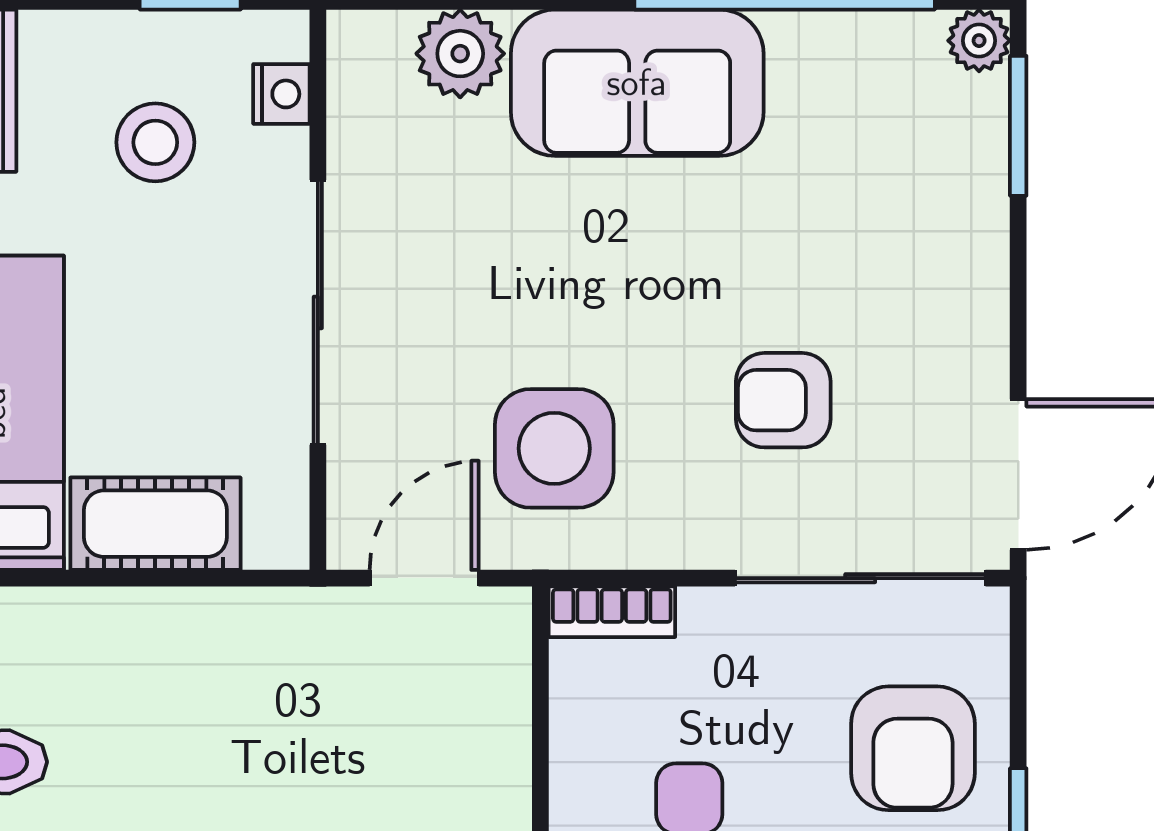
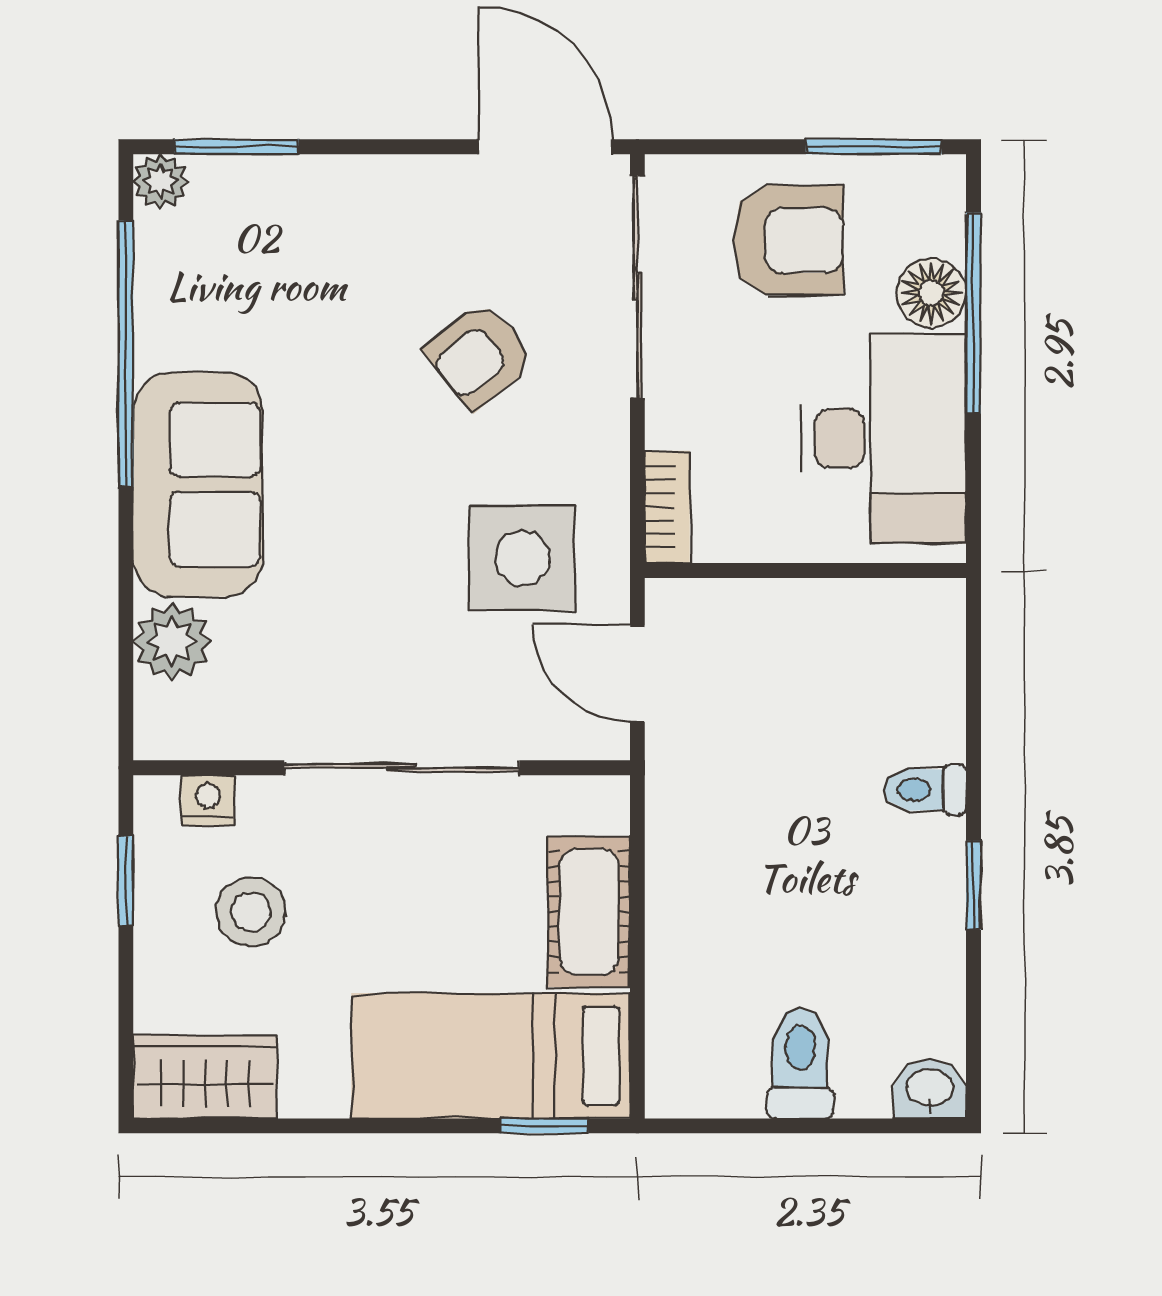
armchair: (783, 400) -> (480, 355), turned 51

